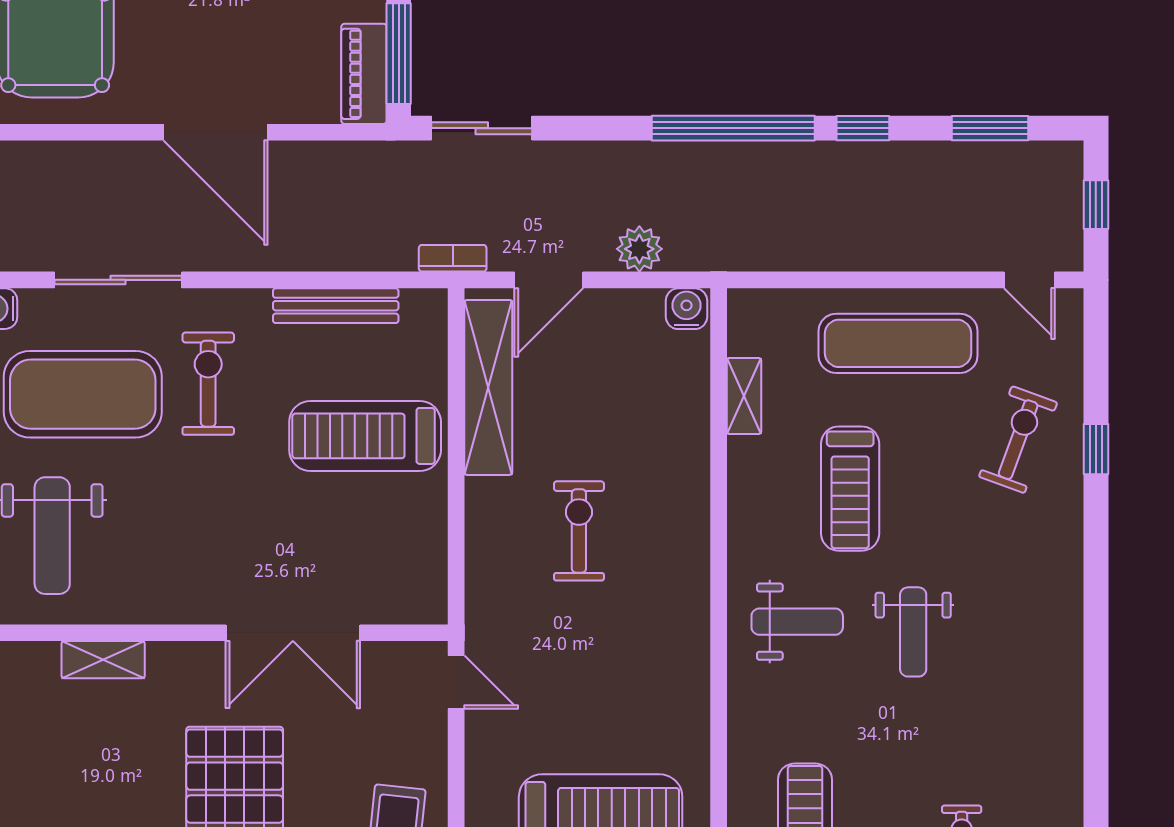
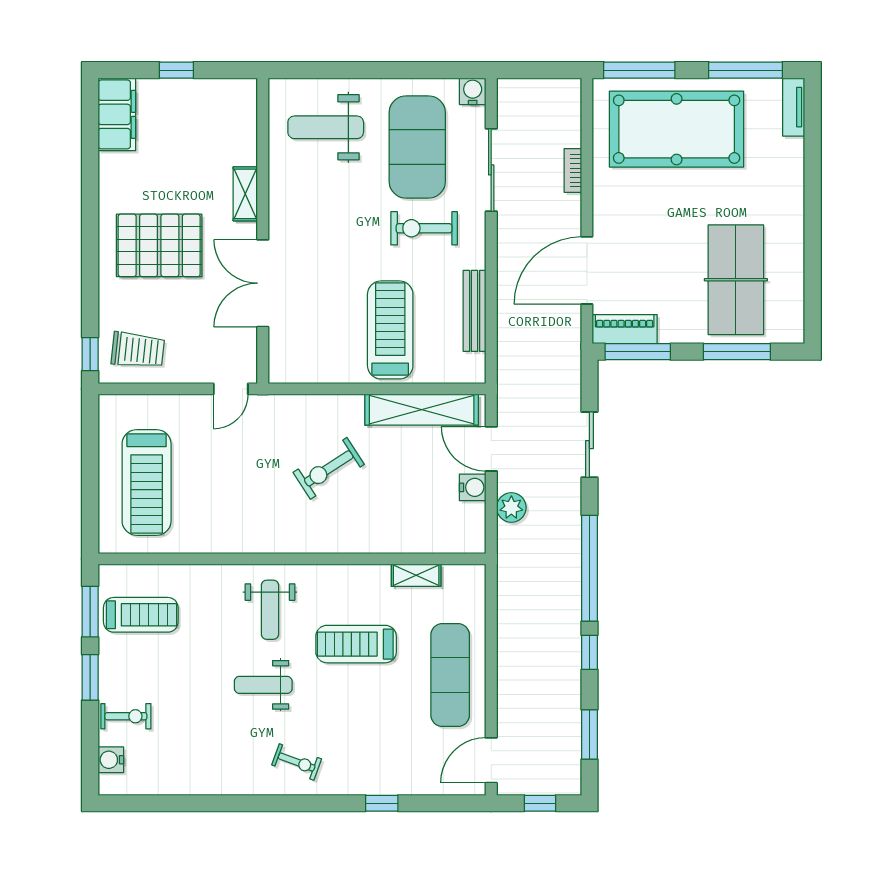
sliding door: (482, 128) -> (589, 445), moved
door: (216, 132) -> (587, 270), moved
bookcase: (453, 258) -> (573, 171), moved, turned 180
door: (1029, 280) -> (491, 760), width x1.38
water cooler: (686, 309) -> (473, 487), moved
exercise bike: (208, 384) -> (424, 228), turned 180
exercise bike: (1018, 440) -> (297, 762), moved, width x0.73, depth x0.72
exercise bike: (579, 531) -> (329, 468), turned 147
shelving: (103, 660) -> (245, 194), moved

